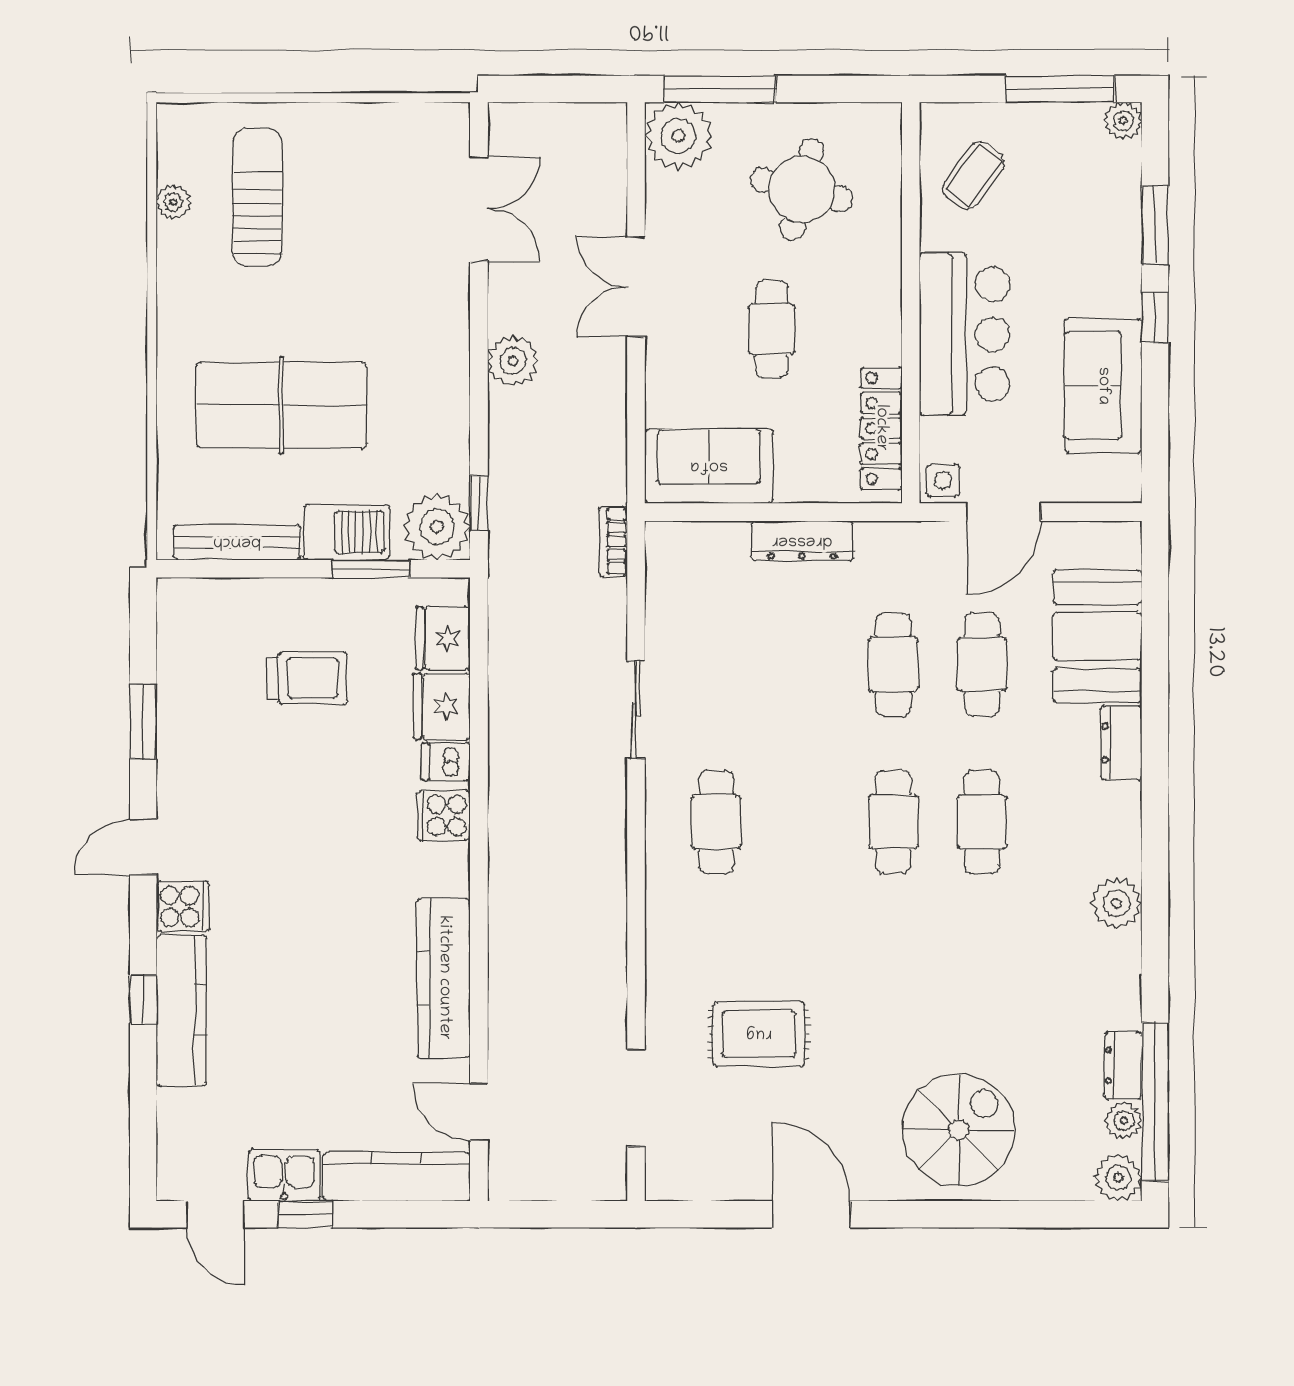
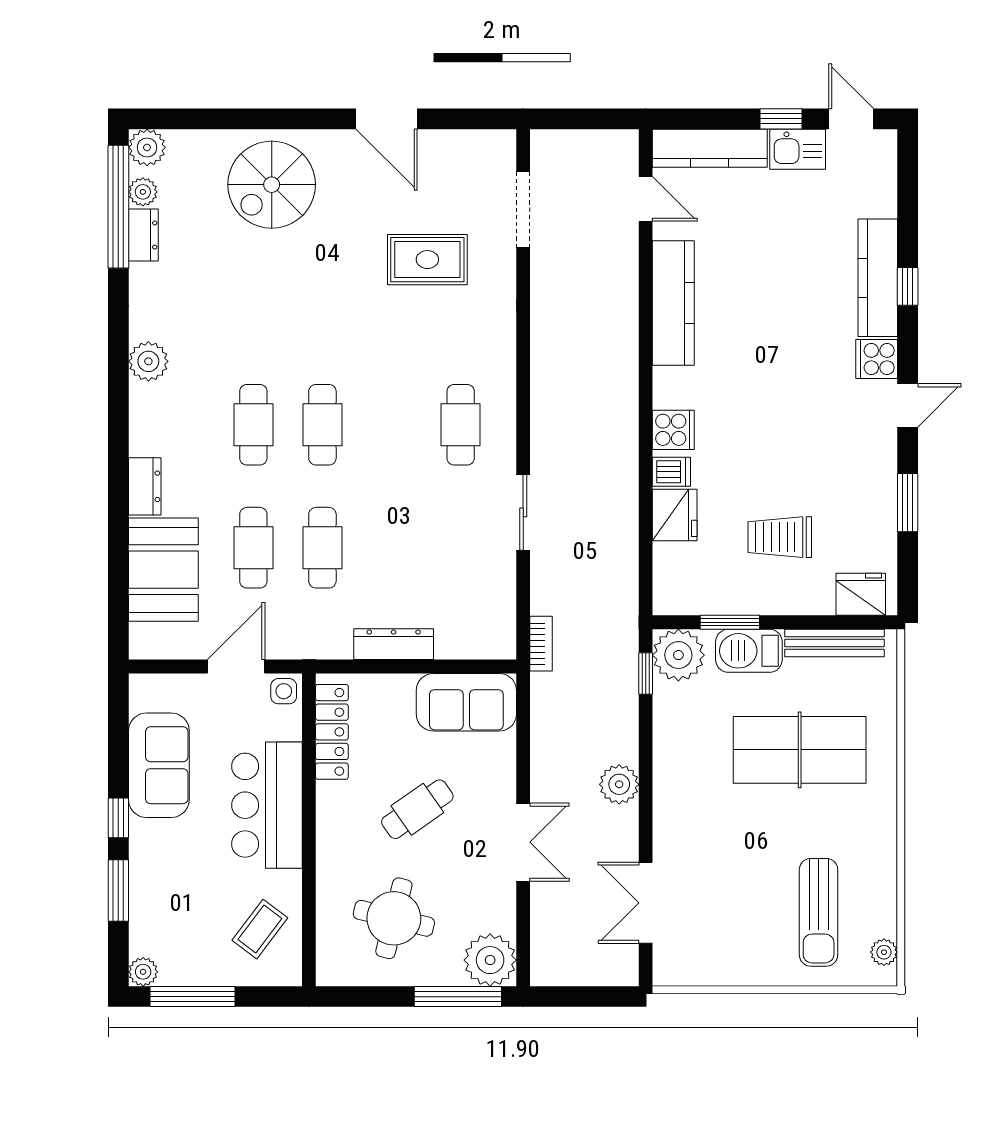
plant: (173, 202) -> (884, 952), moved
cafe table: (772, 329) -> (417, 809), turned 55
fridge: (443, 638) -> (861, 594), moved, turned -90

